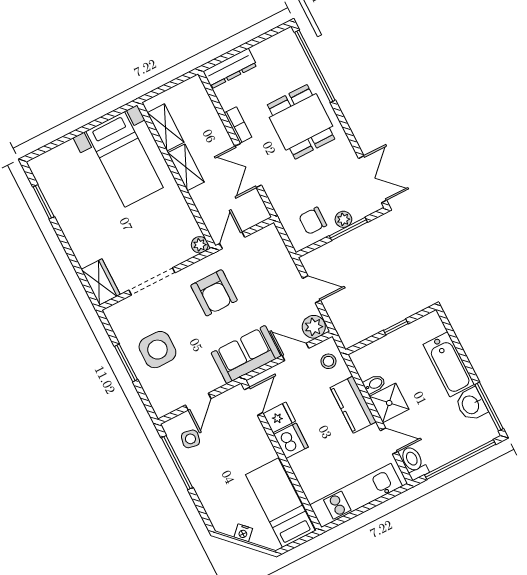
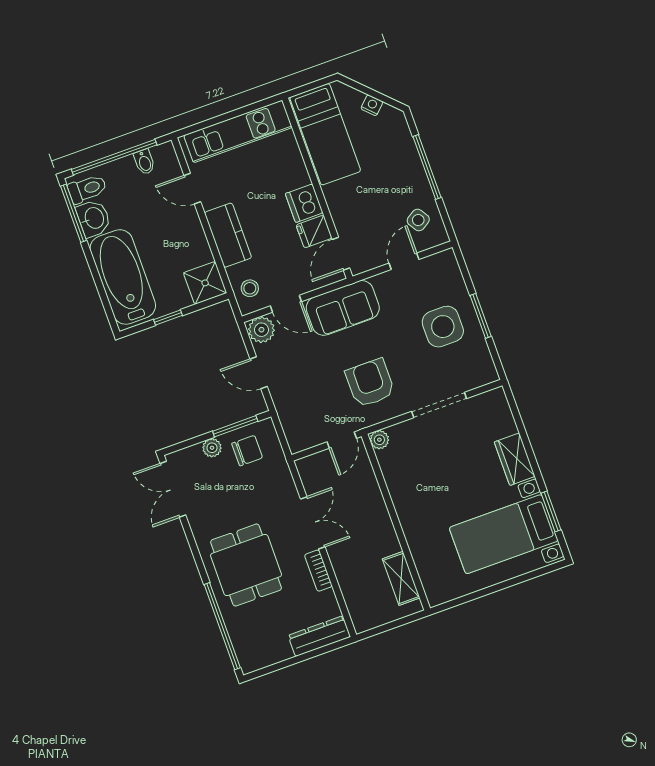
bed with nightstands: (125, 159) -> (504, 534), moved, turned -90
shelving: (186, 167) -> (384, 530), removed
window: (348, 229) -> (235, 426), moved
wardrobe: (101, 282) -> (515, 459), moved
bathtub: (449, 364) -> (123, 277), width x1.36, depth x1.36
bidet: (374, 384) -> (144, 162), moved, turned -90
shower: (389, 403) -> (205, 283), moved
side table: (190, 439) -> (418, 220), turned 45
window: (177, 463) -> (427, 167), moved
toilet: (414, 463) -> (87, 189), moved, turned -90

